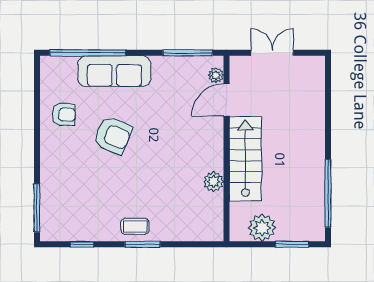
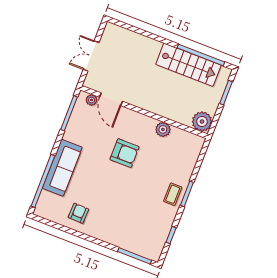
armchair: (113, 135) -> (125, 153), moved, turned 68
stairs: (245, 159) -> (188, 65), moved, turned 180
plant: (262, 228) -> (202, 121), moved

